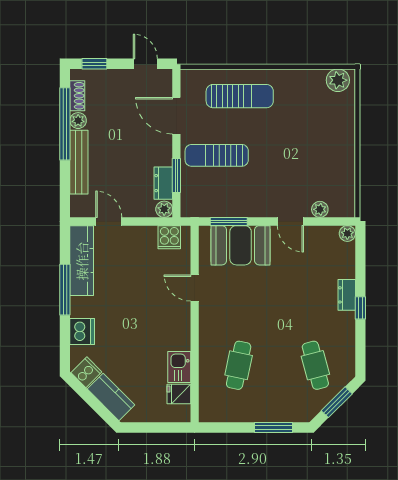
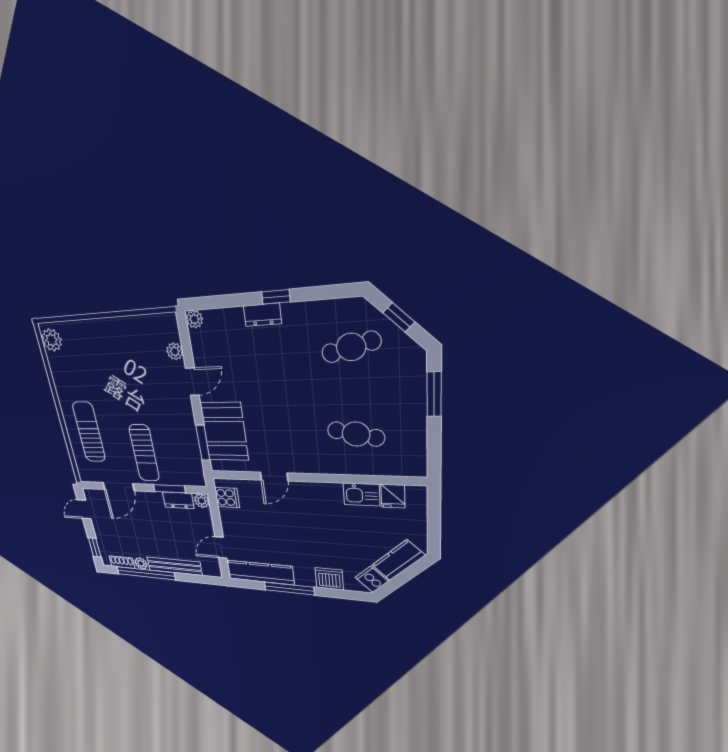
window: (337, 402) -> (399, 317), width x0.67

